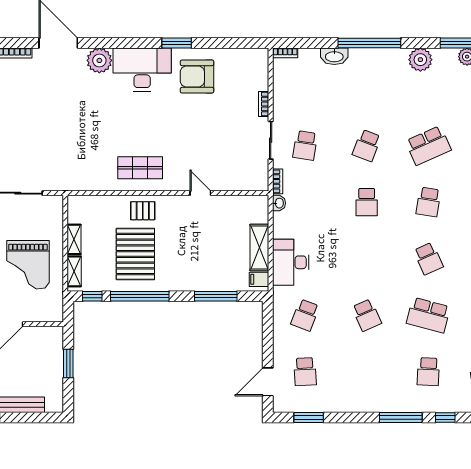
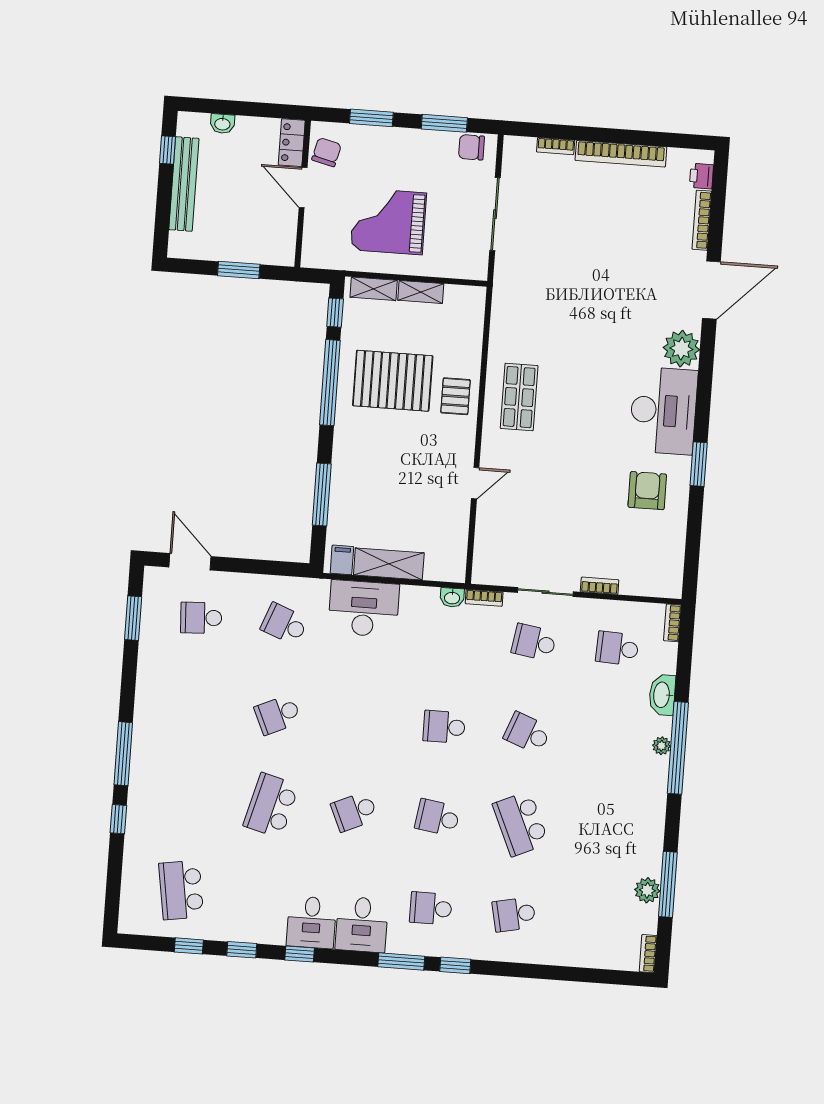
plant: (420, 60) -> (662, 746), moved, width x0.53, depth x0.53
armchair: (197, 77) -> (647, 491), width x0.73, depth x0.73
school desk: (428, 372) -> (617, 648), moved

